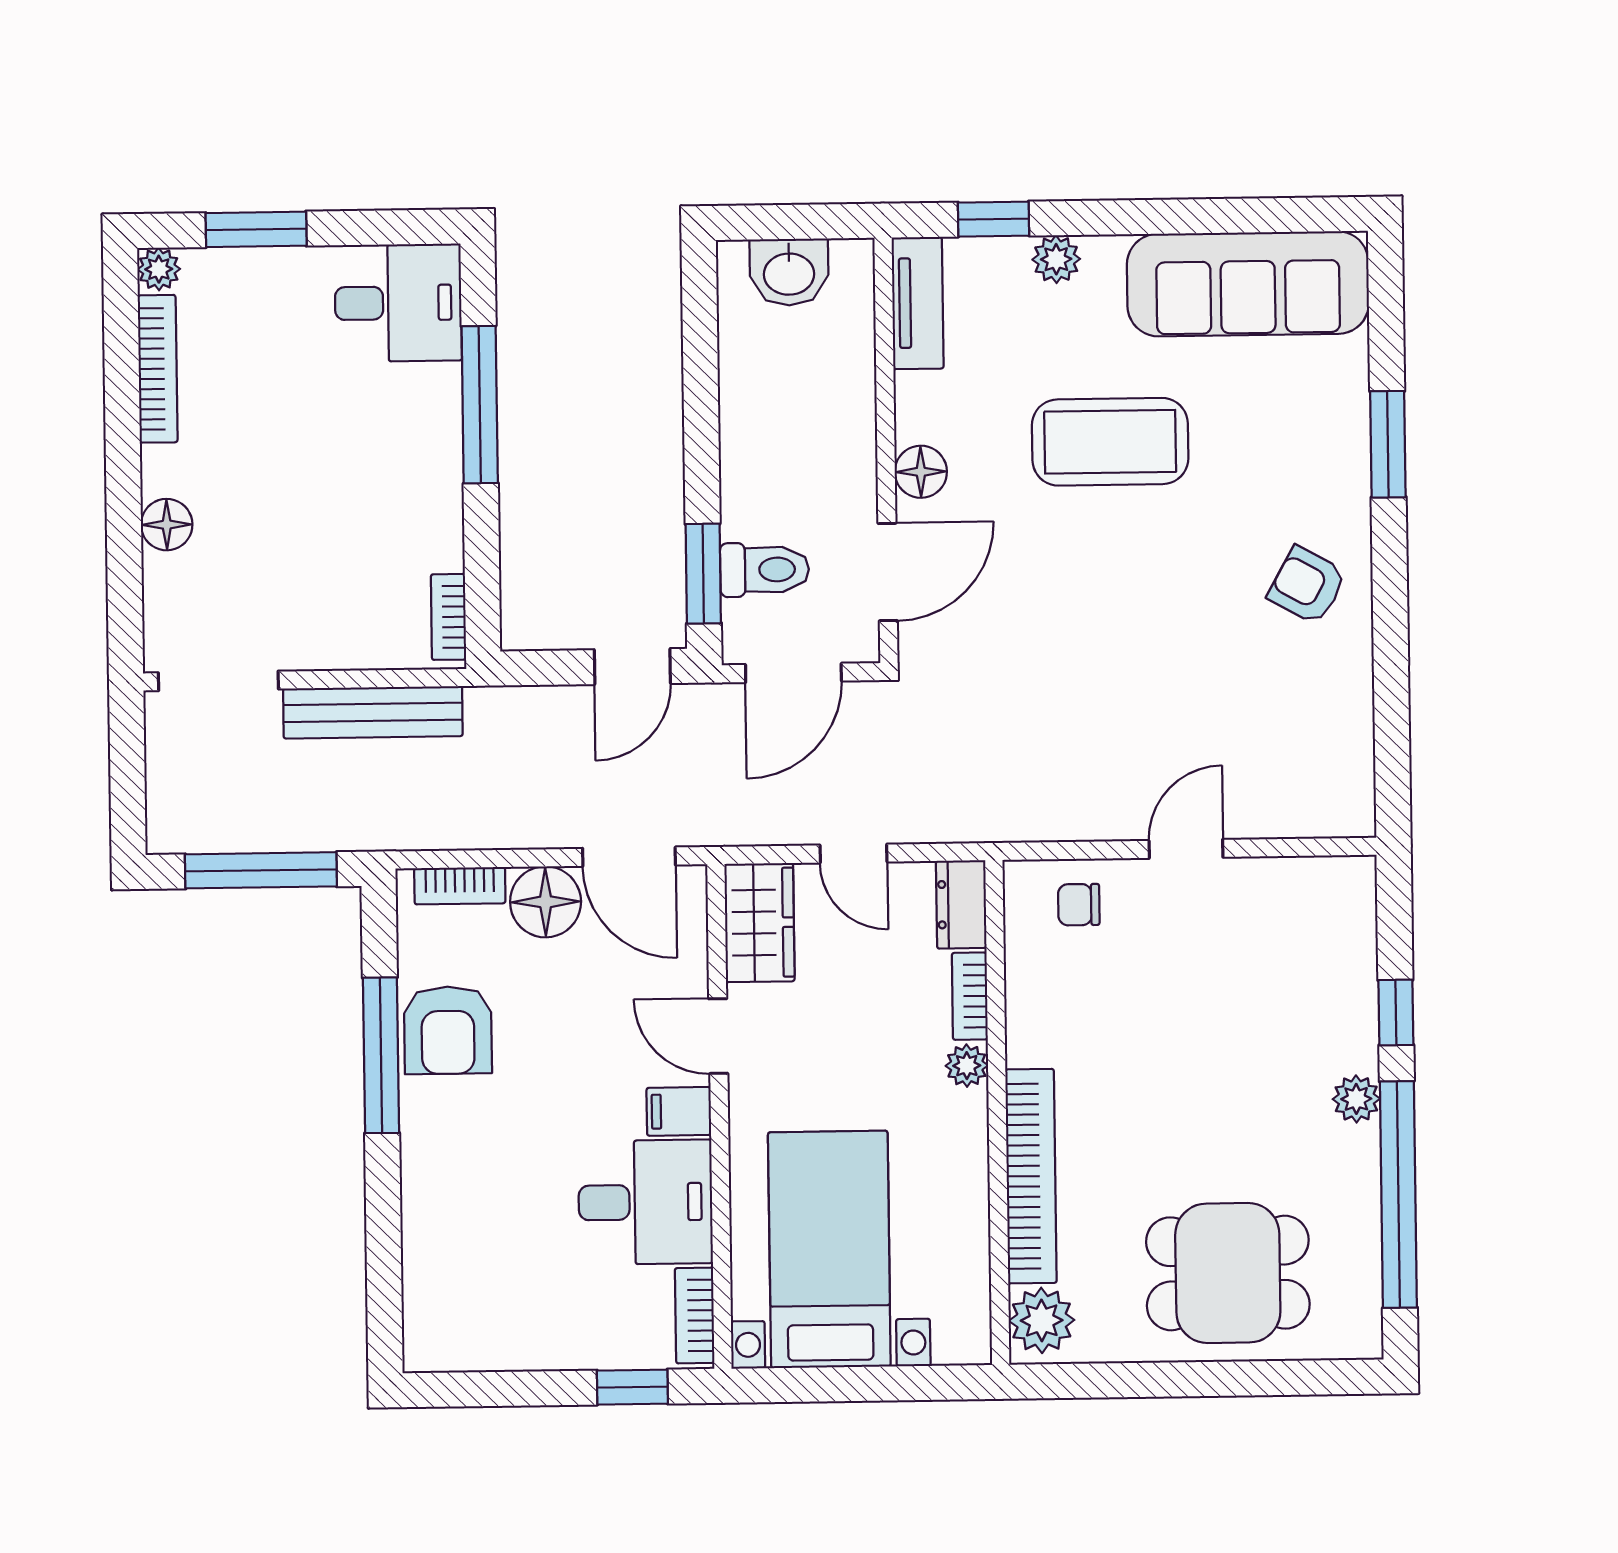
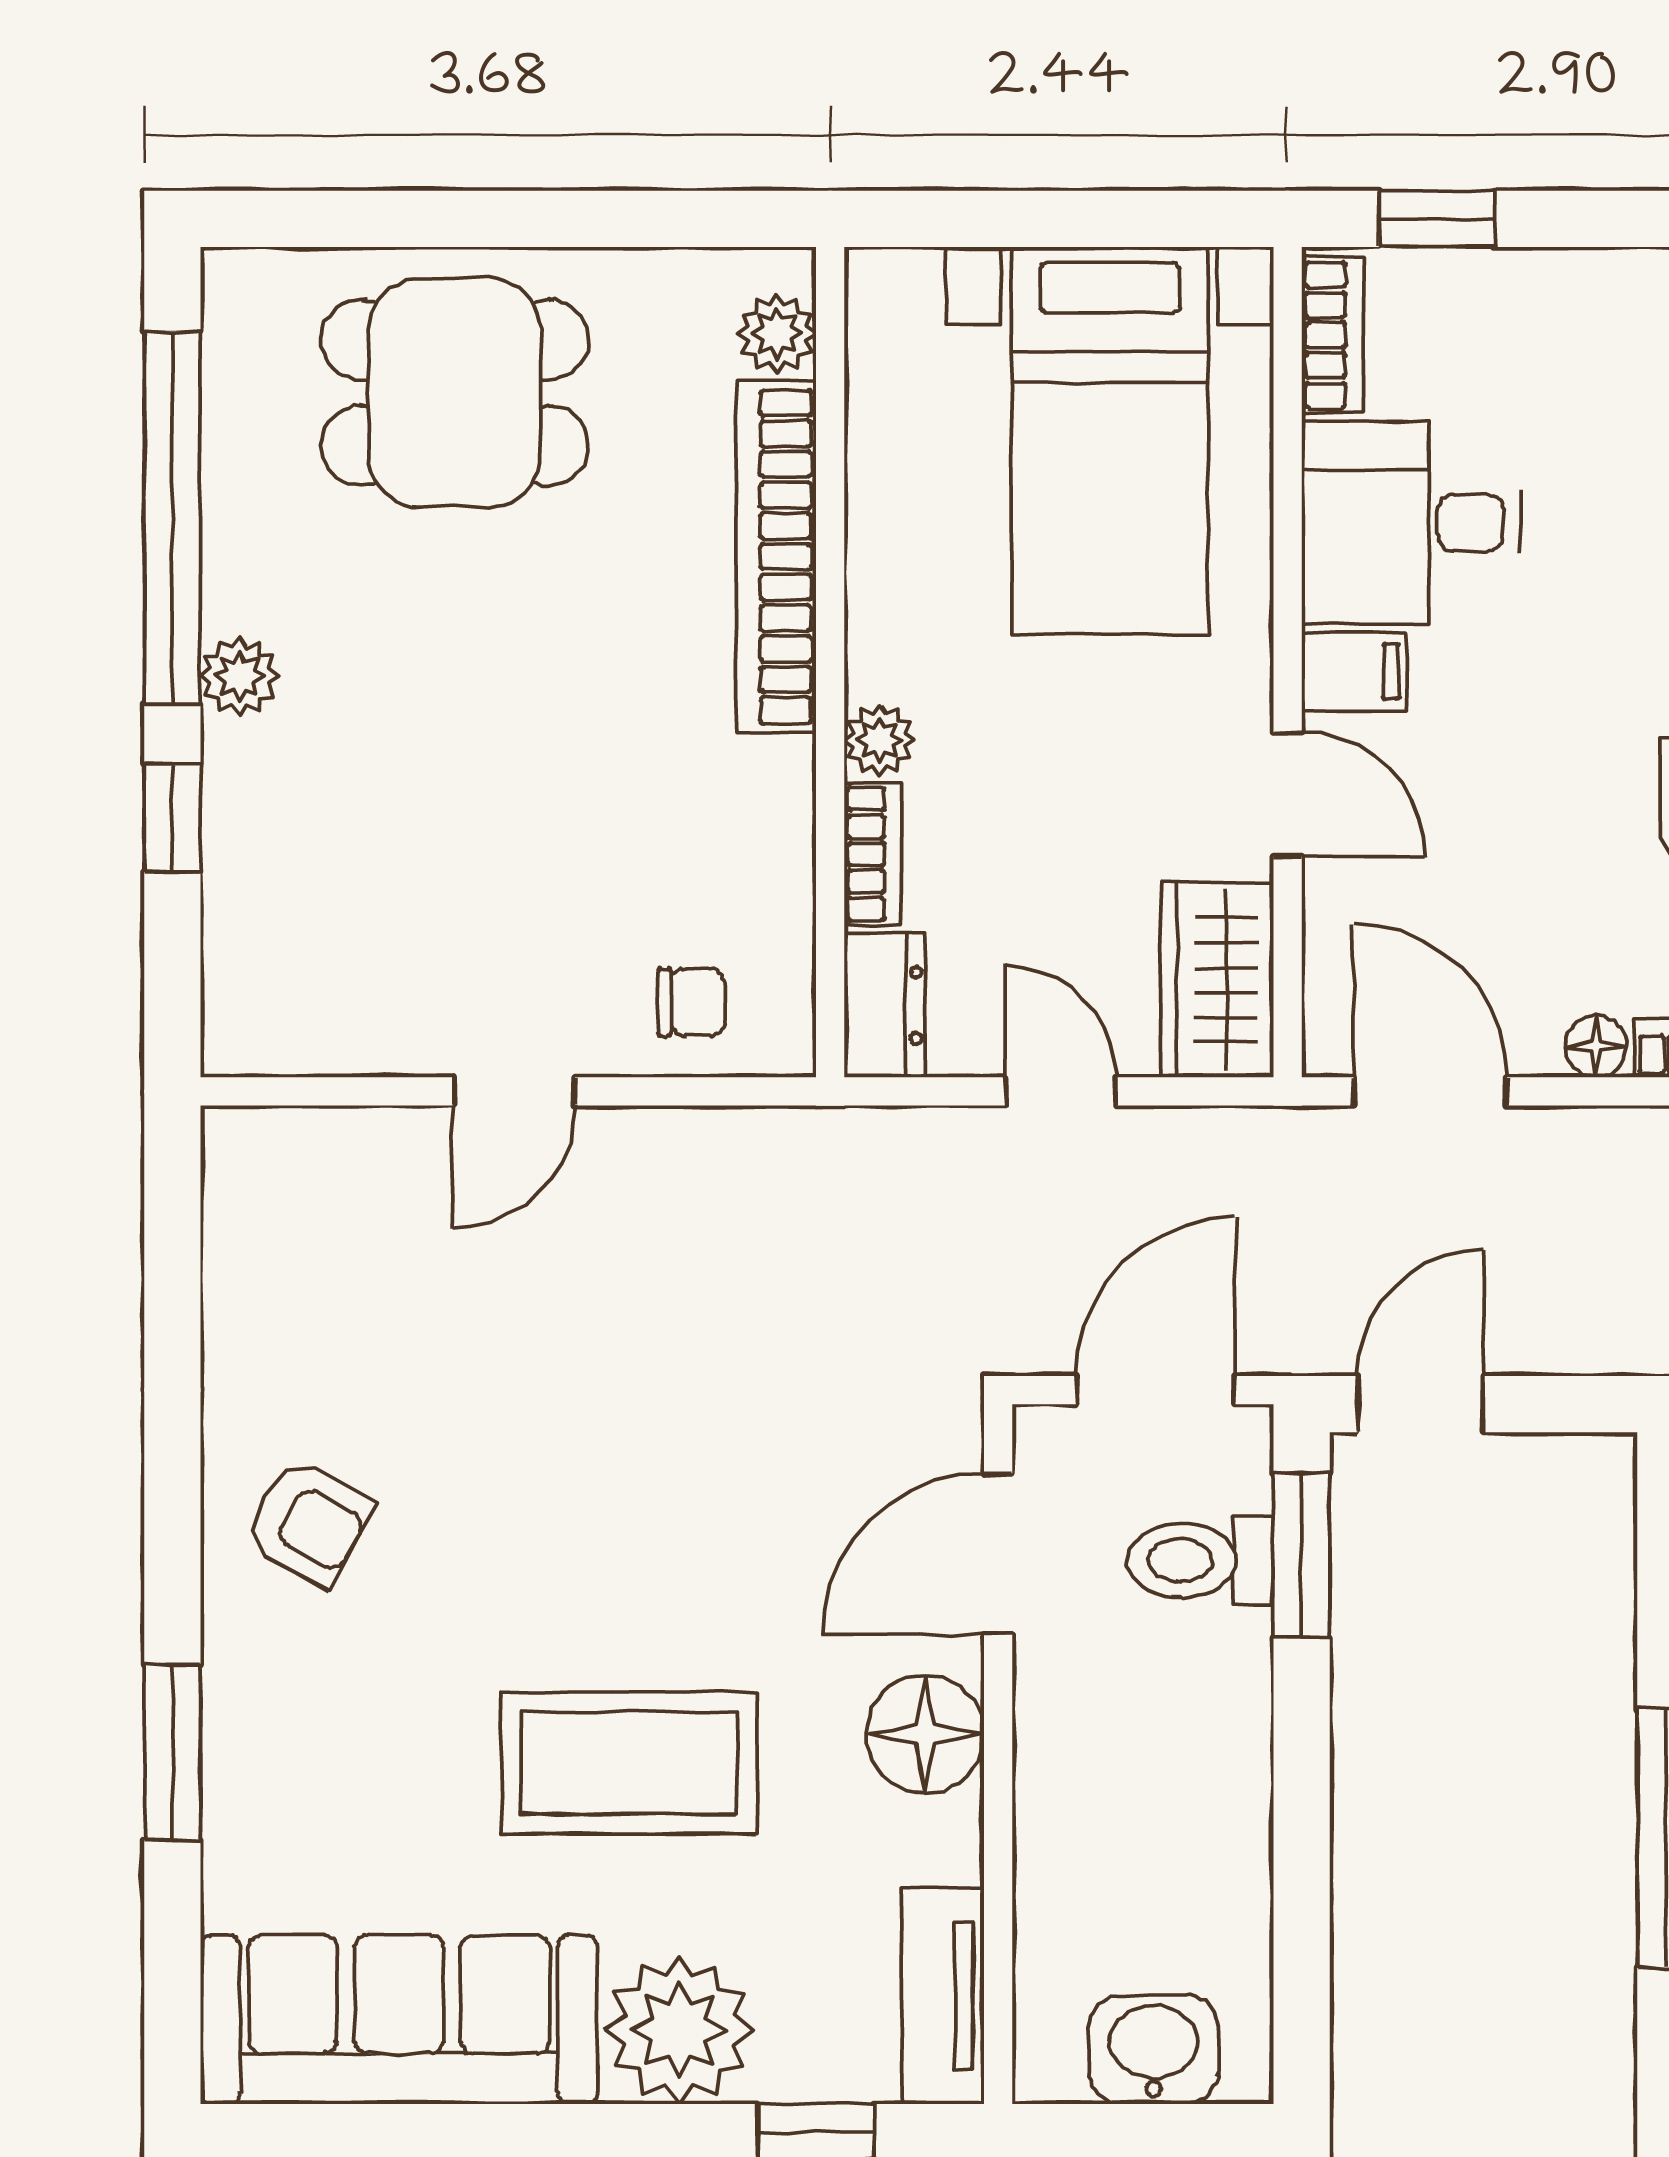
plant: (1056, 259) -> (679, 2030), width x1.88, depth x1.88
floor lamp: (921, 472) -> (925, 1734), width x1.38, depth x1.38
floor lamp: (546, 902) -> (1596, 1046), width x0.53, depth x0.53
plant: (1042, 1320) -> (777, 334), width x0.73, depth x0.73

